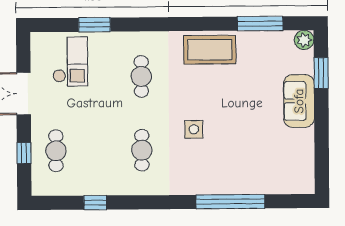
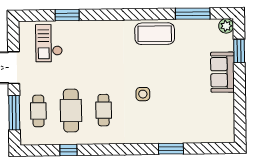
checkout: (70, 61) -> (49, 43), turned 180
cafe table: (141, 76) -> (71, 111), moved, width x1.37, depth x1.35
window: (24, 153) -> (14, 113), width x2.17
window: (230, 202) -> (171, 149), width x0.47

